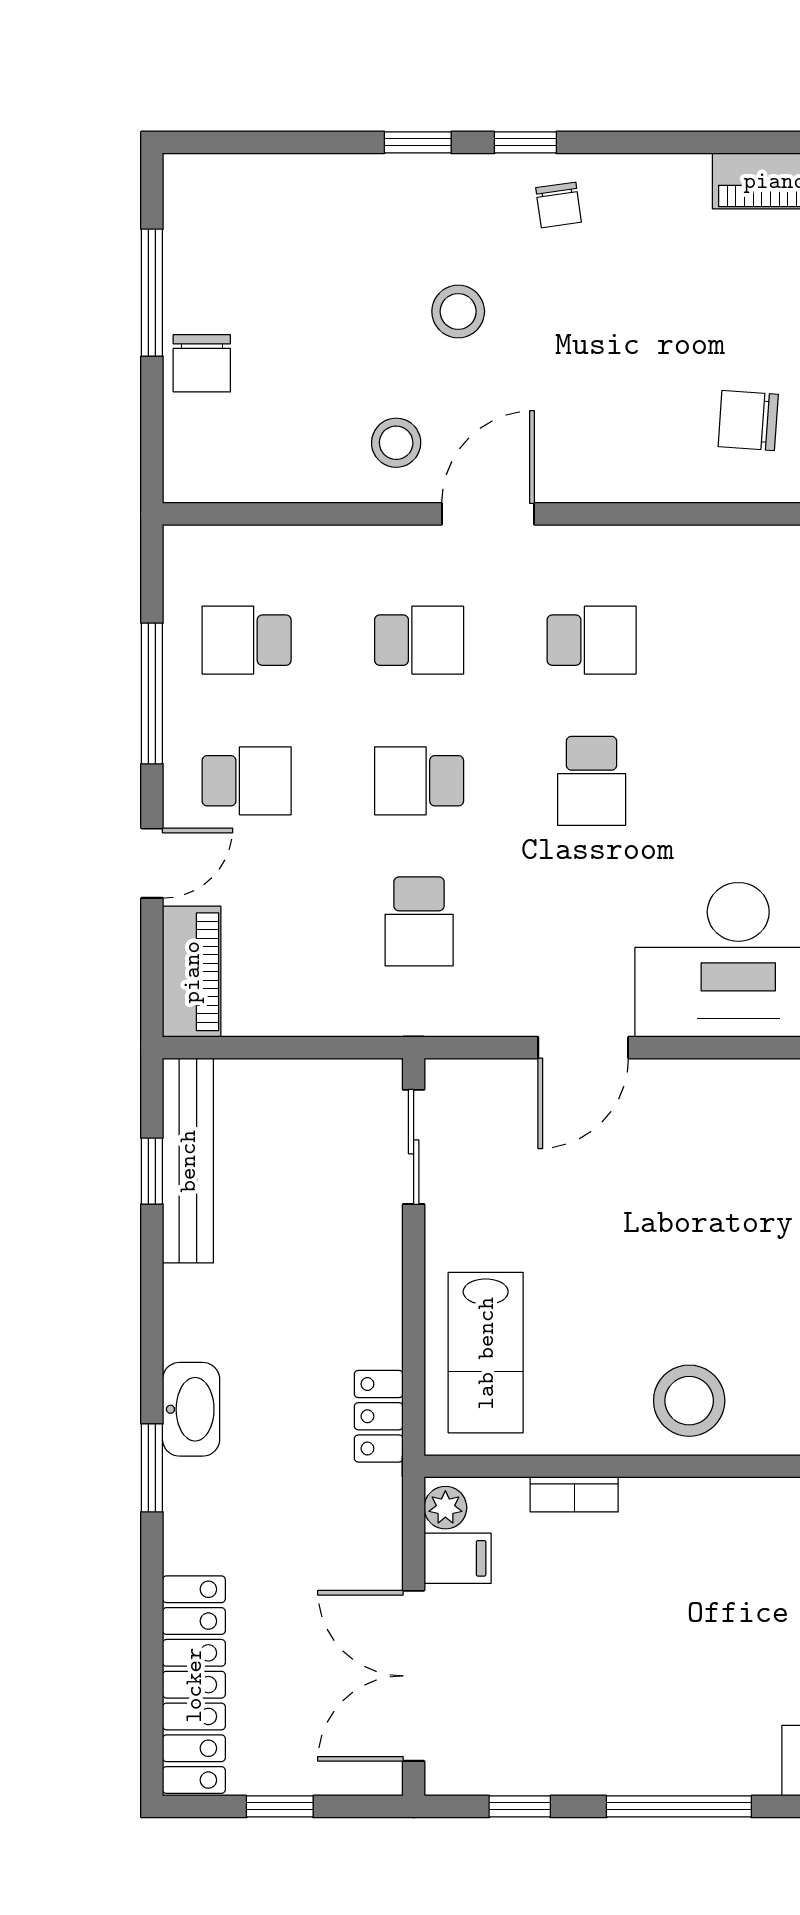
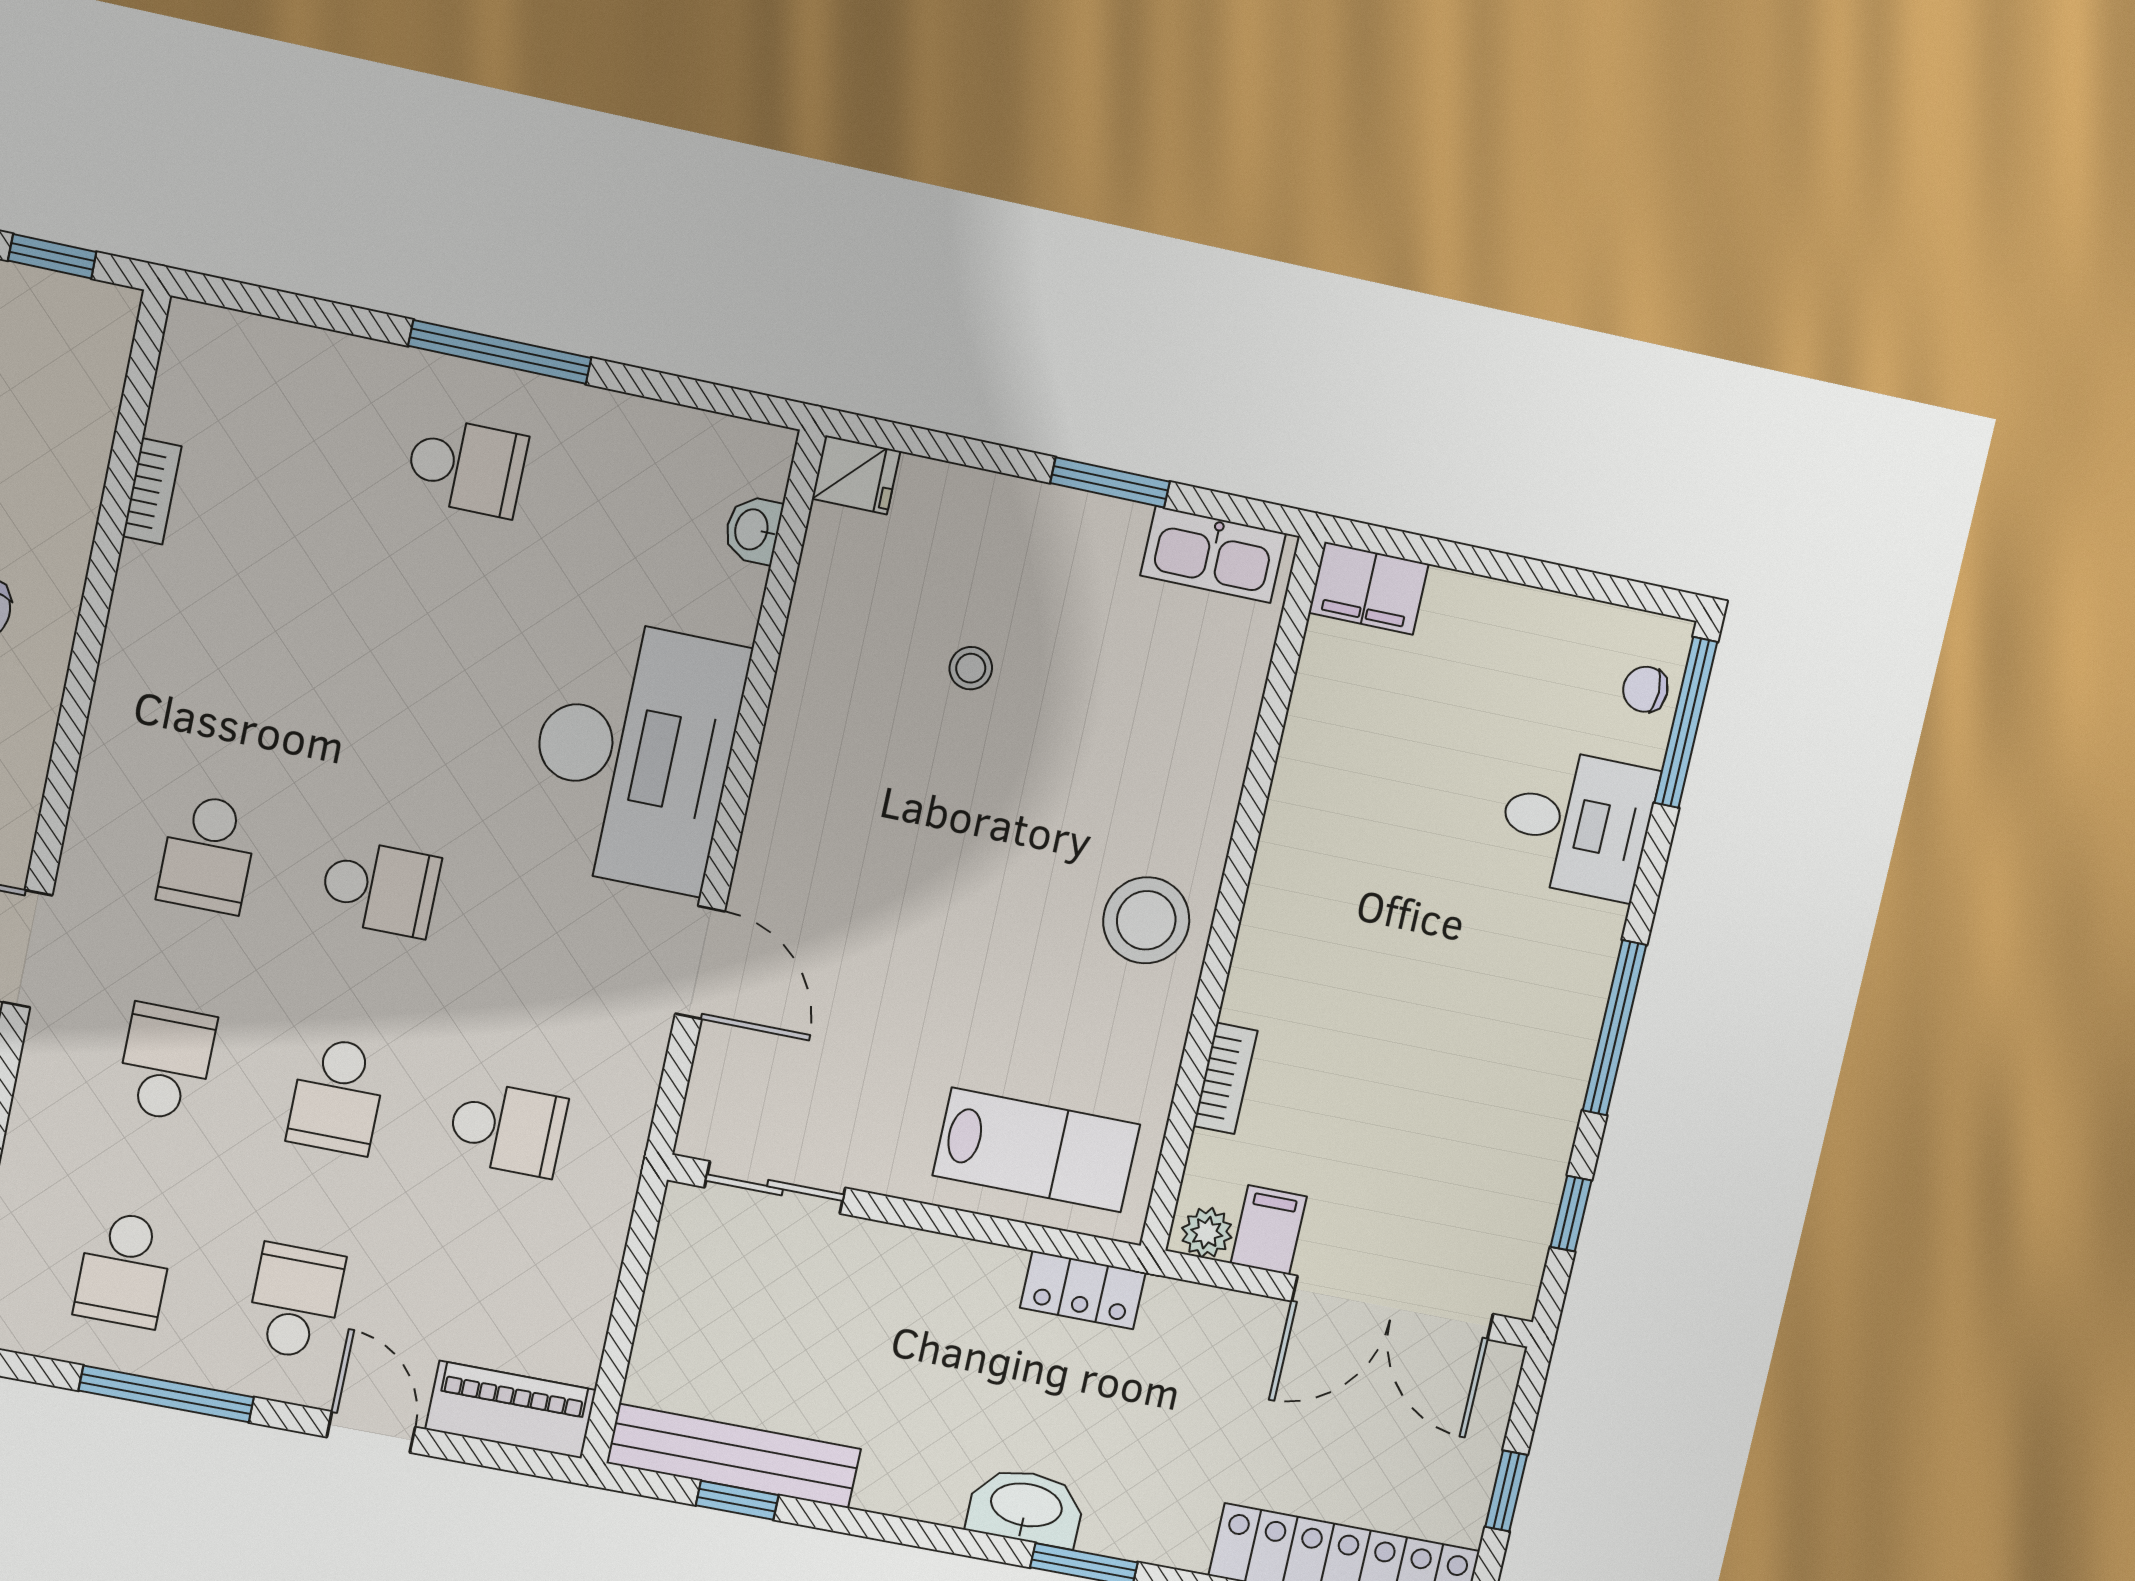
school desk: (592, 640) -> (208, 854), turned 180

